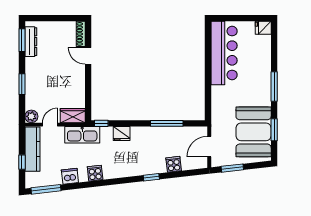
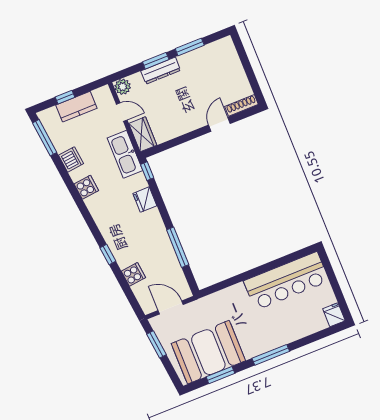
window: (22, 40) -> (190, 47), moved
dresser: (31, 42) -> (161, 71), moved
kitchen counter: (32, 149) -> (76, 107), width x0.67

